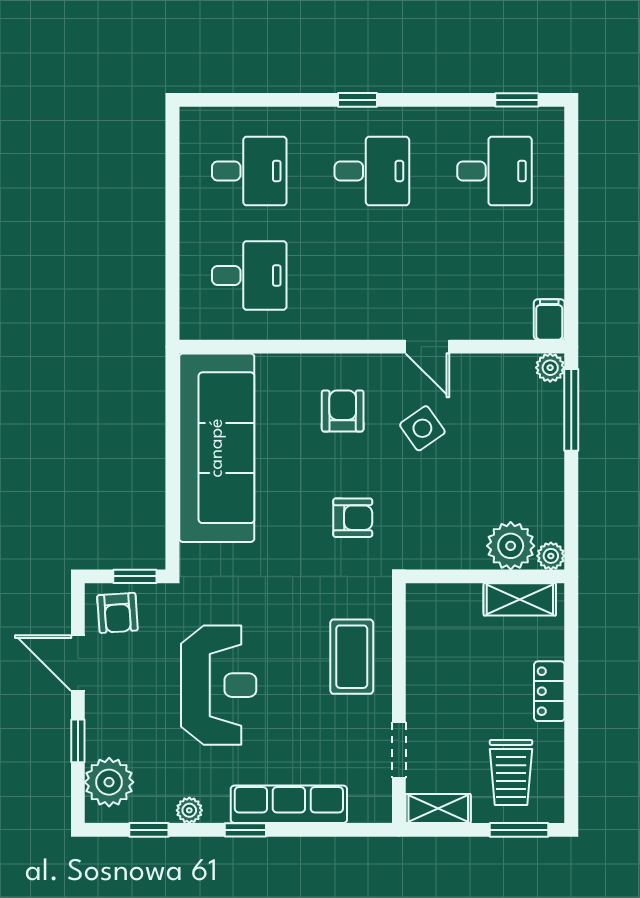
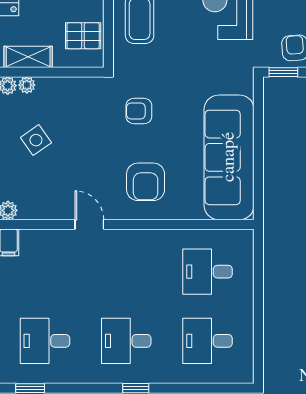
armchair: (343, 411) -> (146, 182), width x1.38, depth x1.38
side table: (422, 428) -> (36, 140), moved
plant: (511, 546) -> (27, 85), width x0.53, depth x0.53
pallet: (437, 631) -> (83, 36), added

